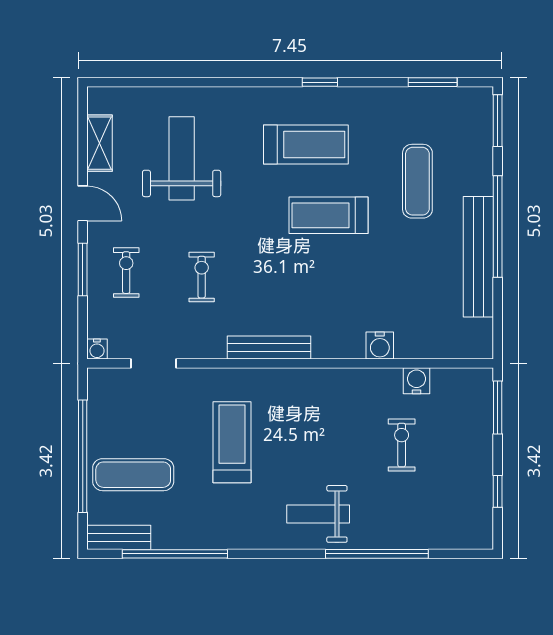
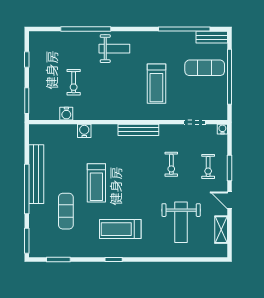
treadmill: (328, 215) -> (96, 183), moved, turned 90

